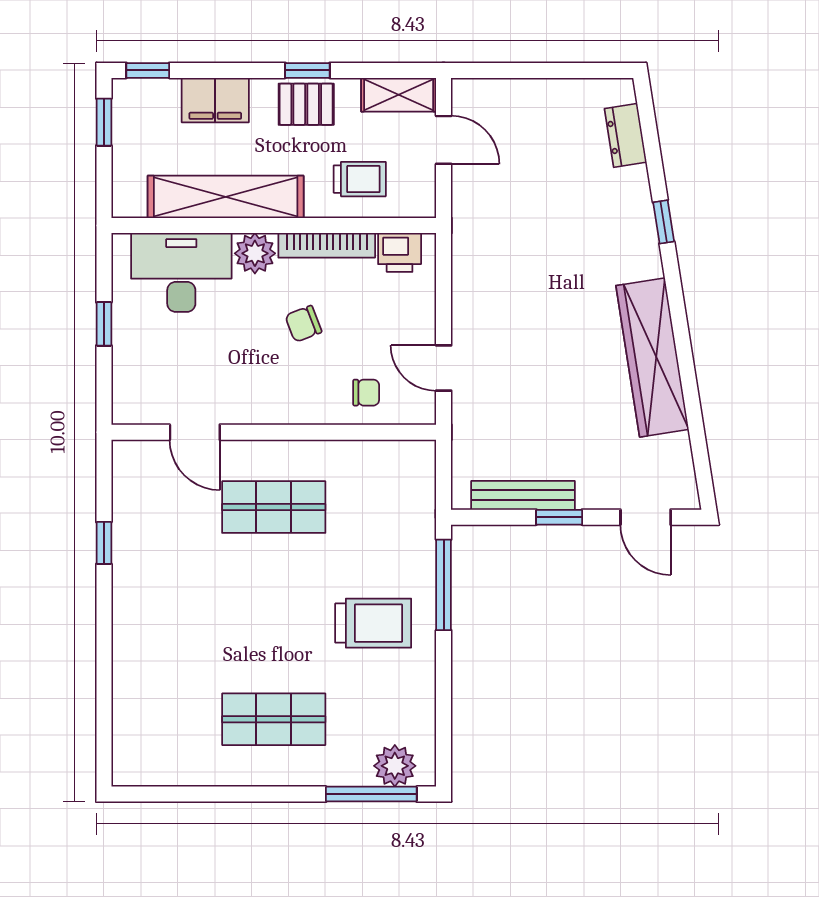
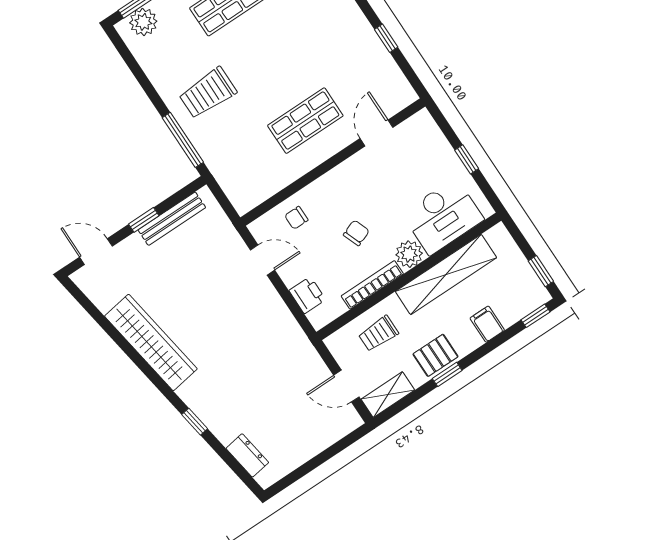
filing cabinet: (215, 100) -> (487, 324), width x0.50
printer: (400, 252) -> (307, 295), moved, turned 90
door: (195, 432) -> (376, 133), hinge flipped

